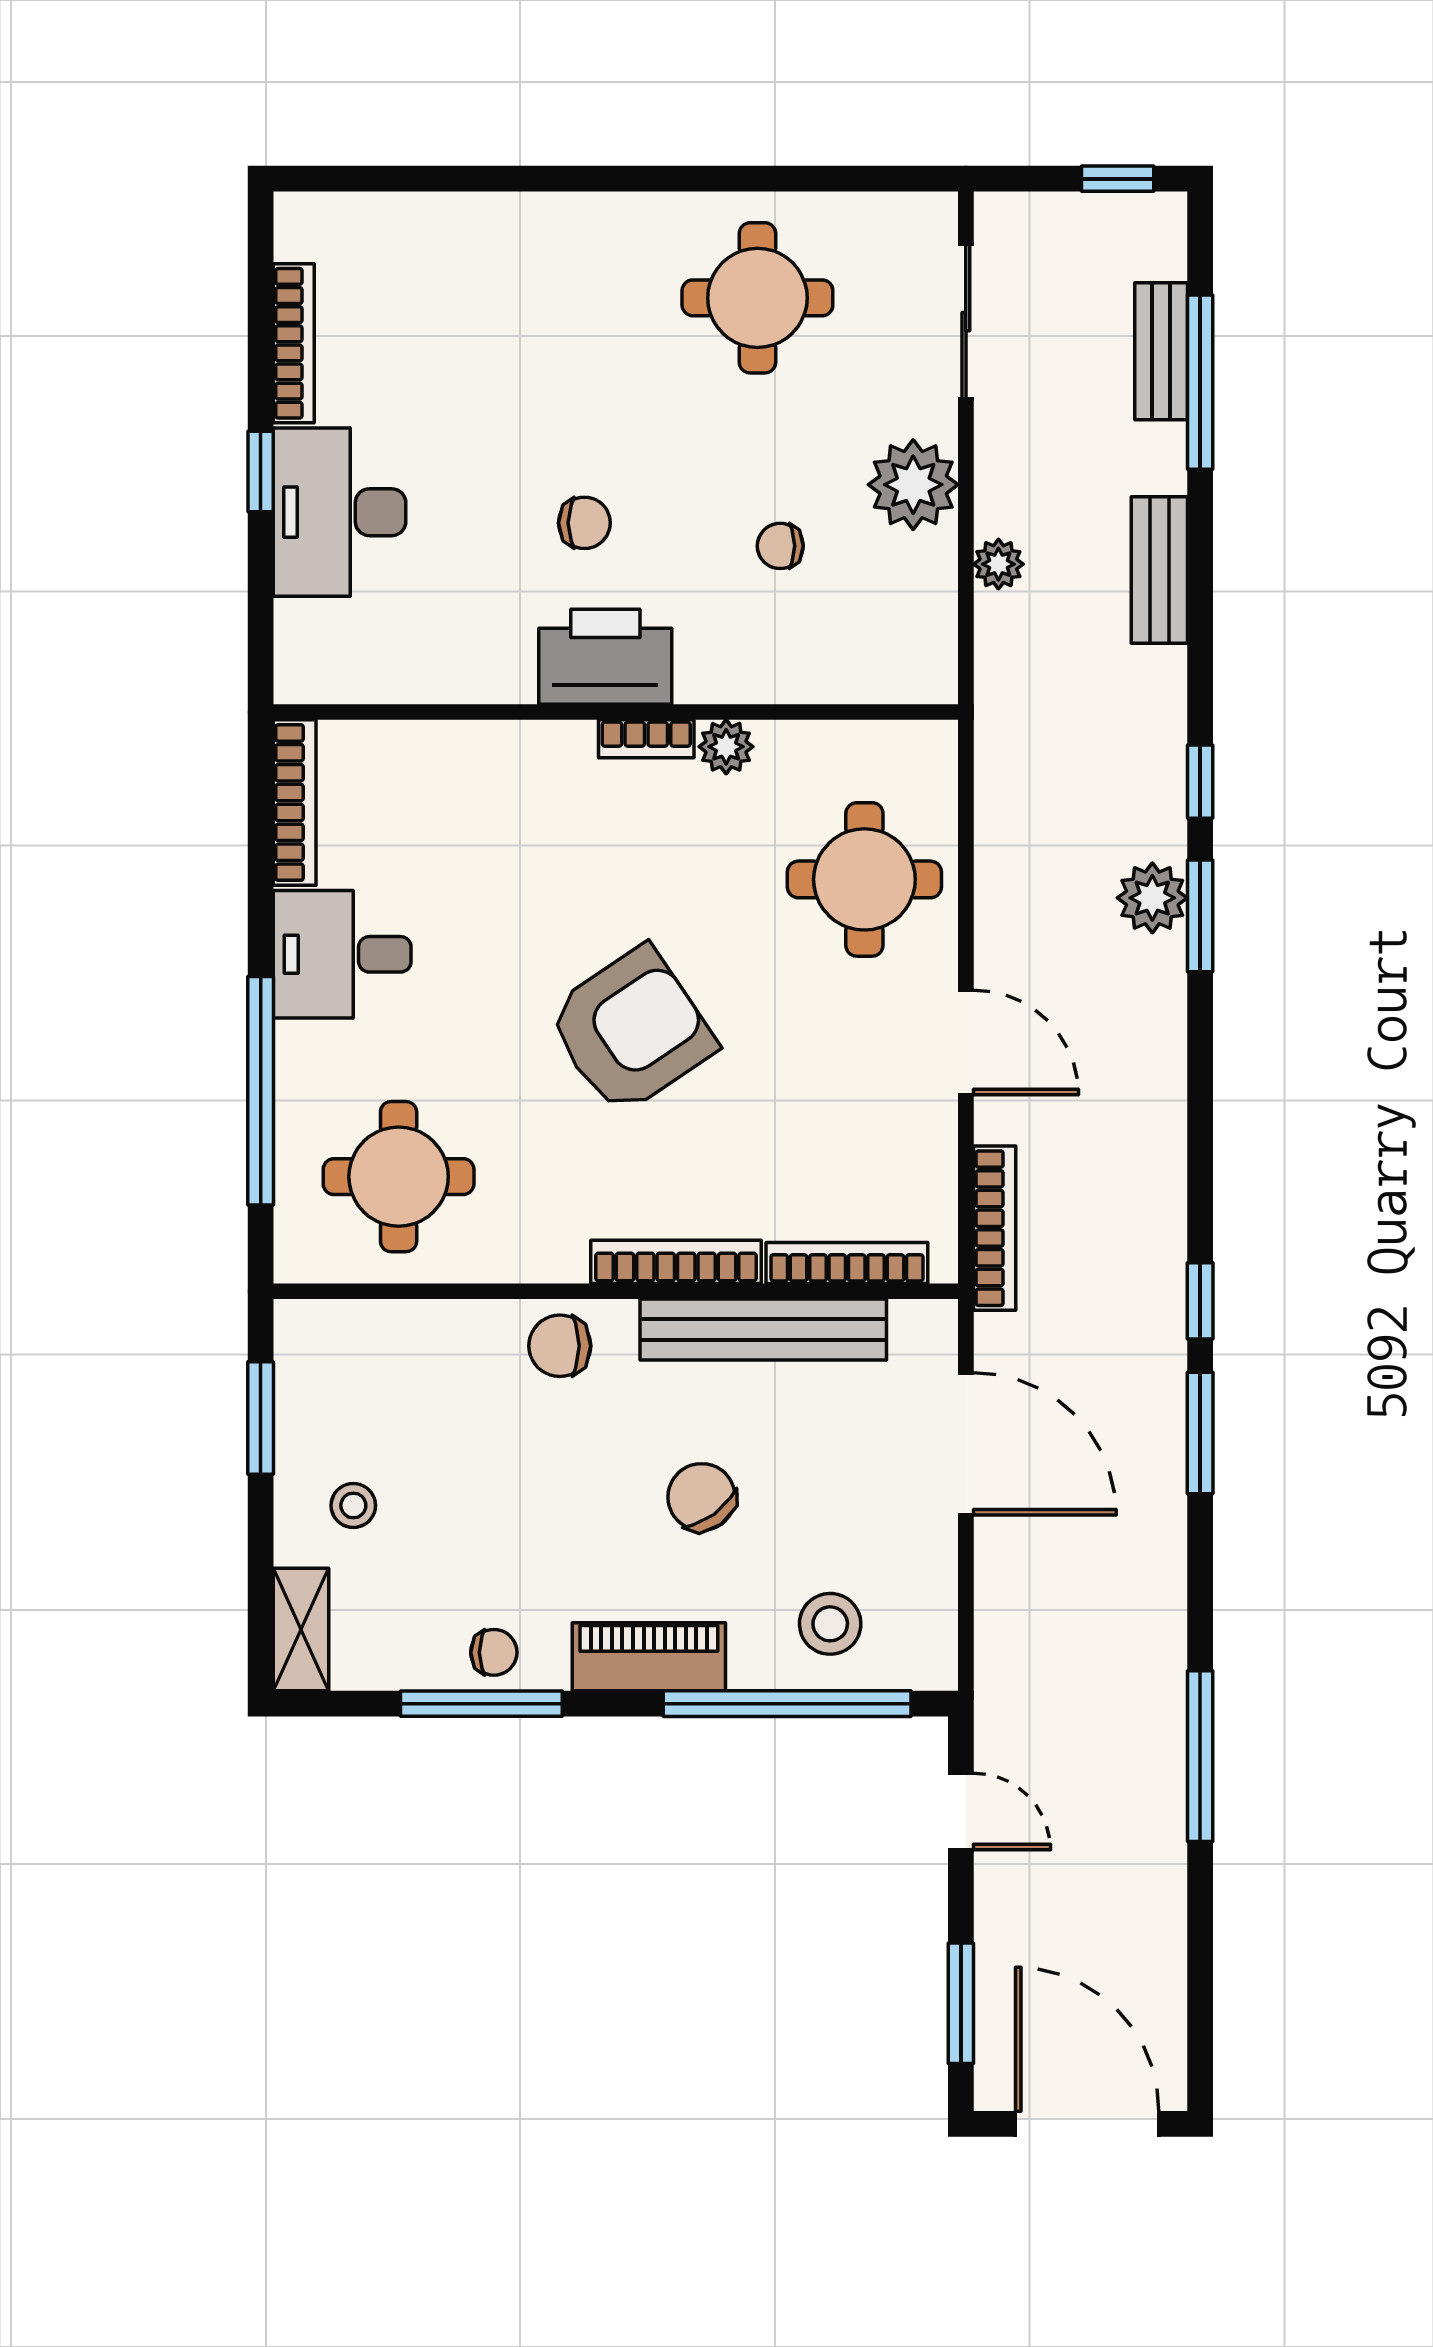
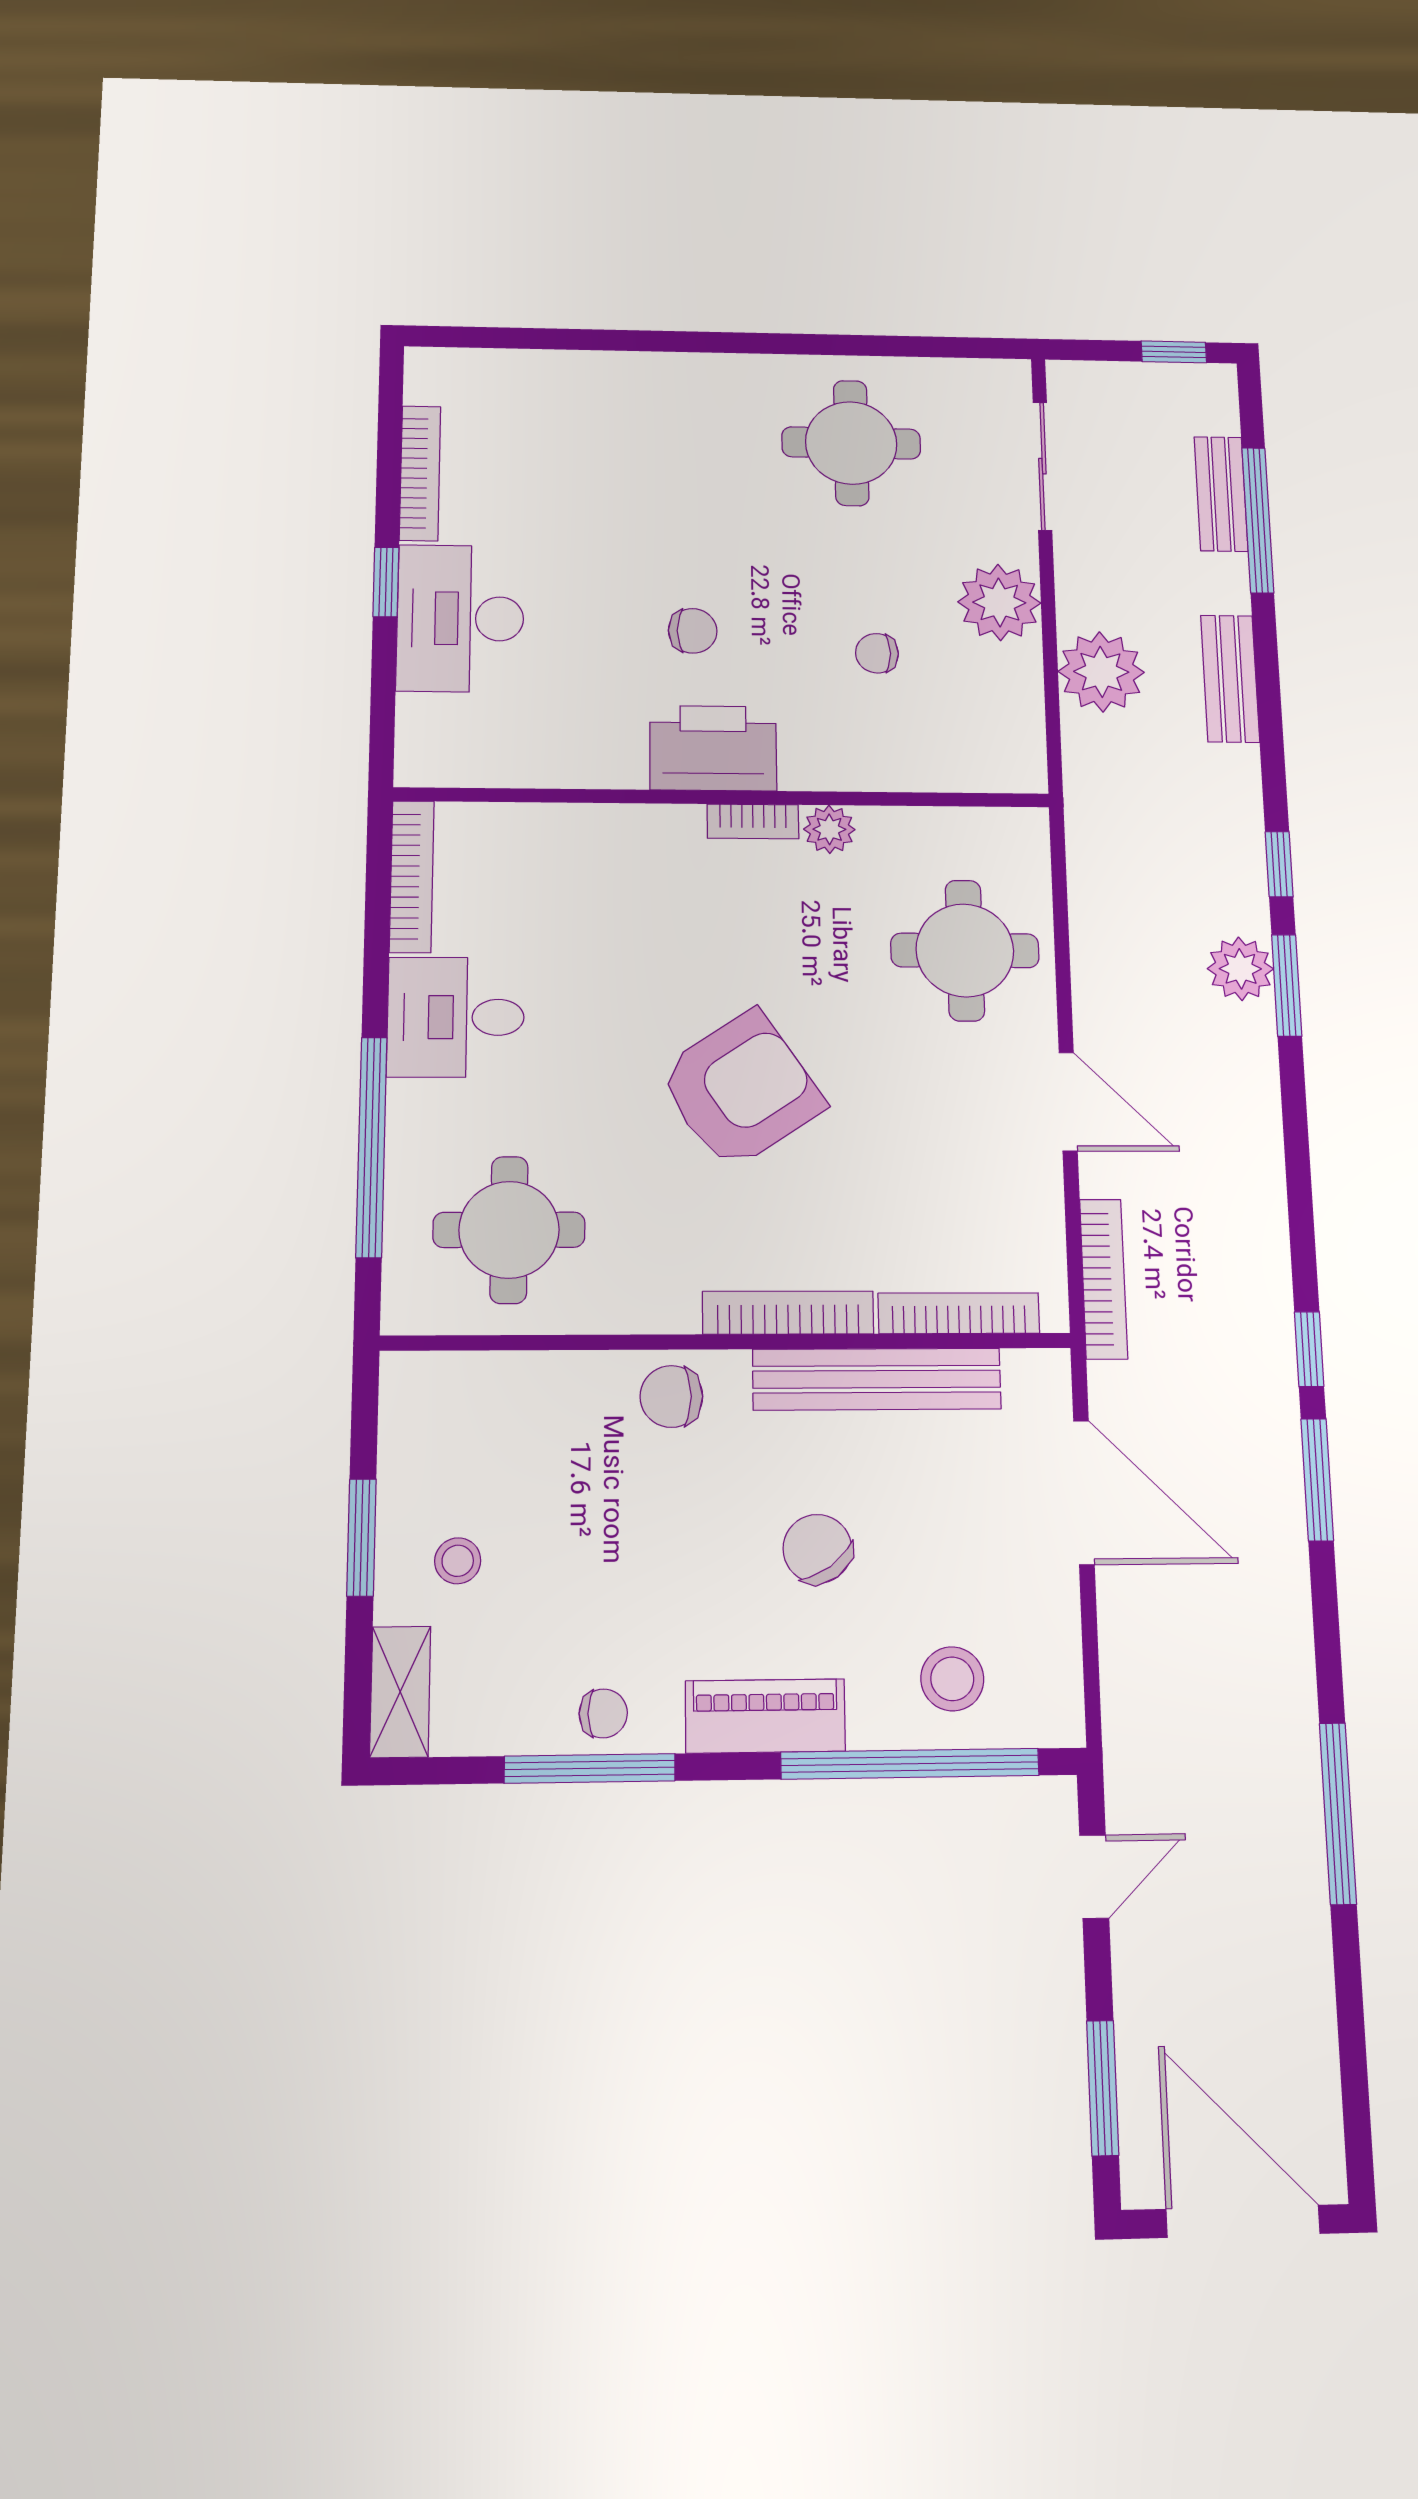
plant: (998, 564) -> (1101, 672), width x1.88, depth x1.88
window: (261, 1418) -> (361, 1537), moved
door: (961, 1811) -> (1094, 1877), hinge flipped

